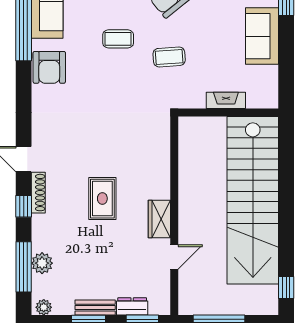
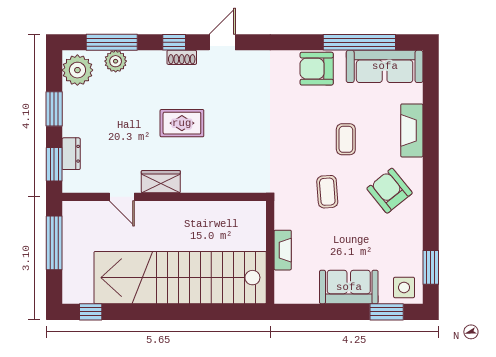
shoe rack: (38, 193) -> (182, 57), width x0.70
plant: (44, 307) -> (77, 70), width x1.88, depth x1.88
bench: (95, 308) -> (70, 116), removed

